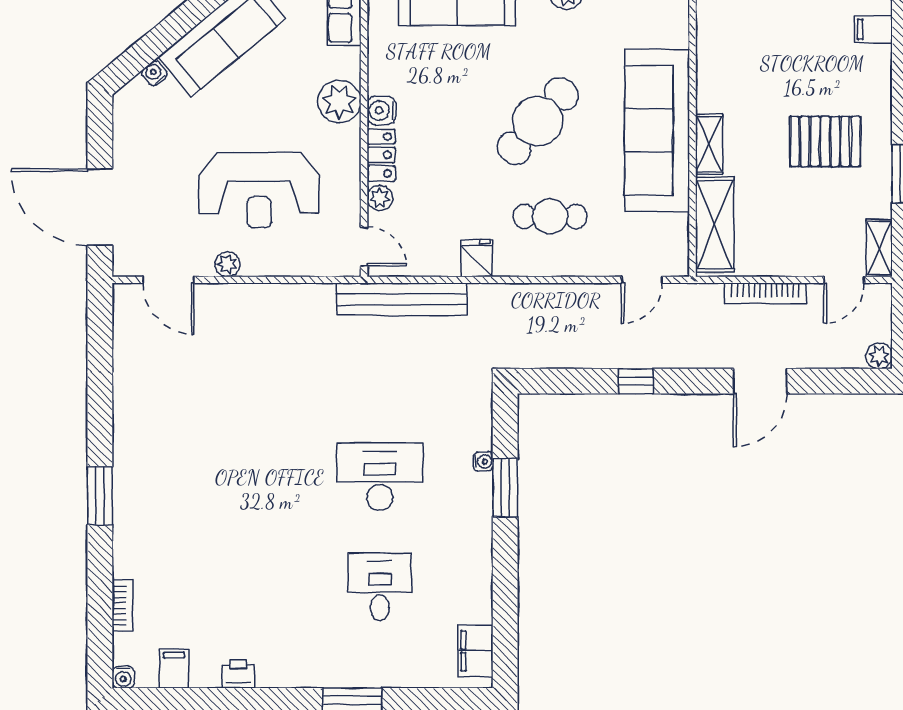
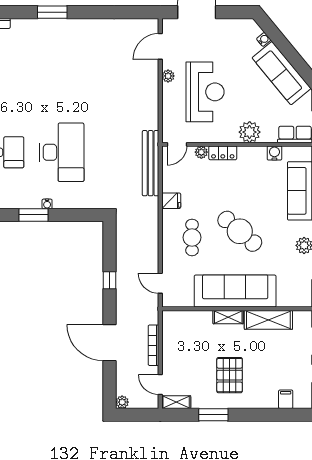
water cooler: (381, 110) -> (274, 153), moved
reception desk: (259, 190) -> (205, 92), turned 180
shelving: (715, 225) -> (268, 320), moved
door: (760, 381) -> (110, 343), width x1.36
water cooler: (483, 461) -> (47, 204), moved
desk: (380, 477) -> (62, 152), width x1.36, depth x1.30
window: (505, 488) -> (33, 215), moved

